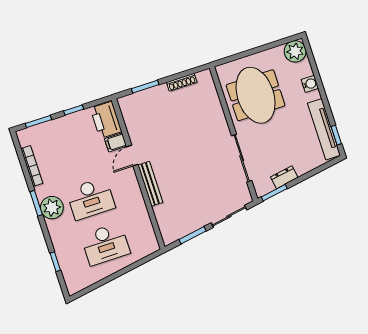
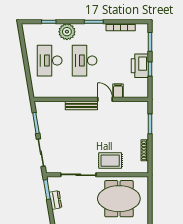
printer: (106, 120) -> (140, 66), moved, turned -90
rug: (210, 123) -> (110, 161), added
plant: (52, 208) -> (67, 32), moved

